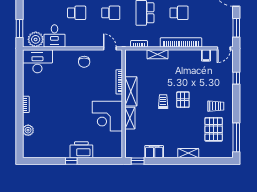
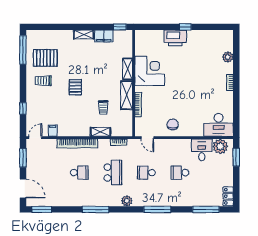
school desk: (179, 13) -> (79, 173), turned 180
trolley: (163, 102) -> (103, 107), moved
pallet: (214, 129) -> (45, 58), turned 90
shelving: (188, 153) -> (84, 35), moved

